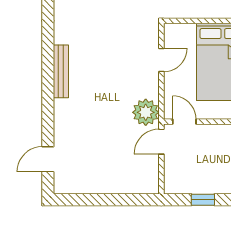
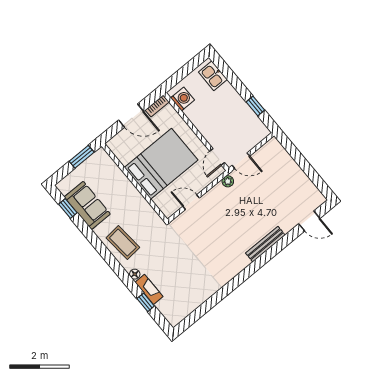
bench: (61, 71) -> (265, 244), moved
plant: (146, 112) -> (228, 181), width x0.53, depth x0.53

